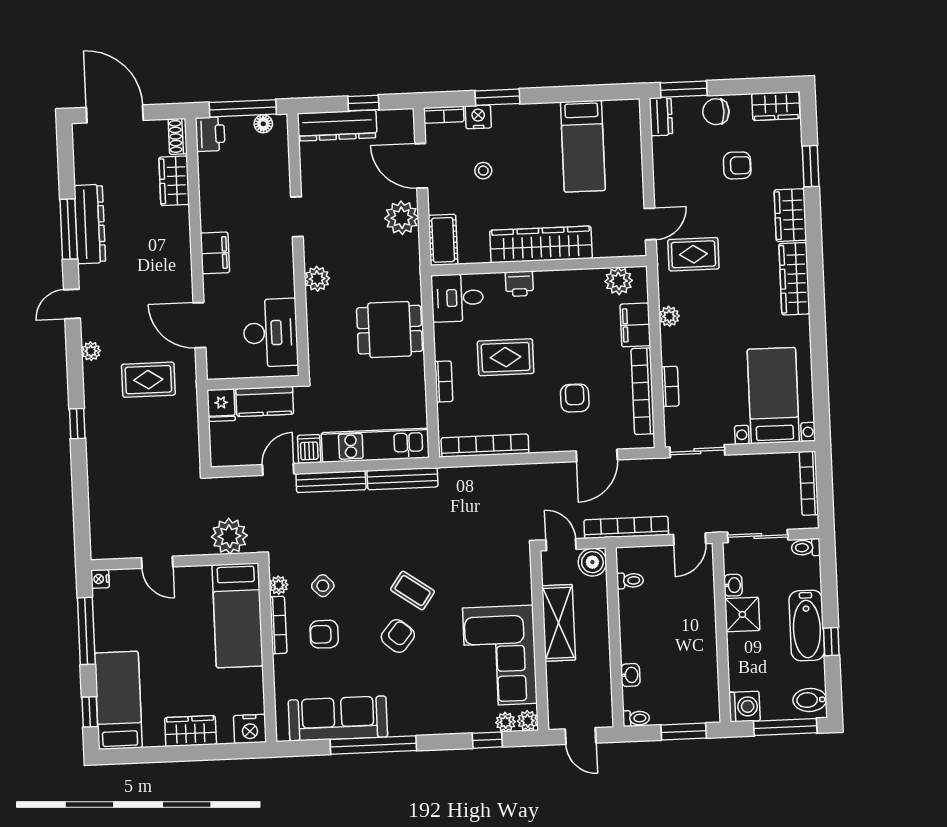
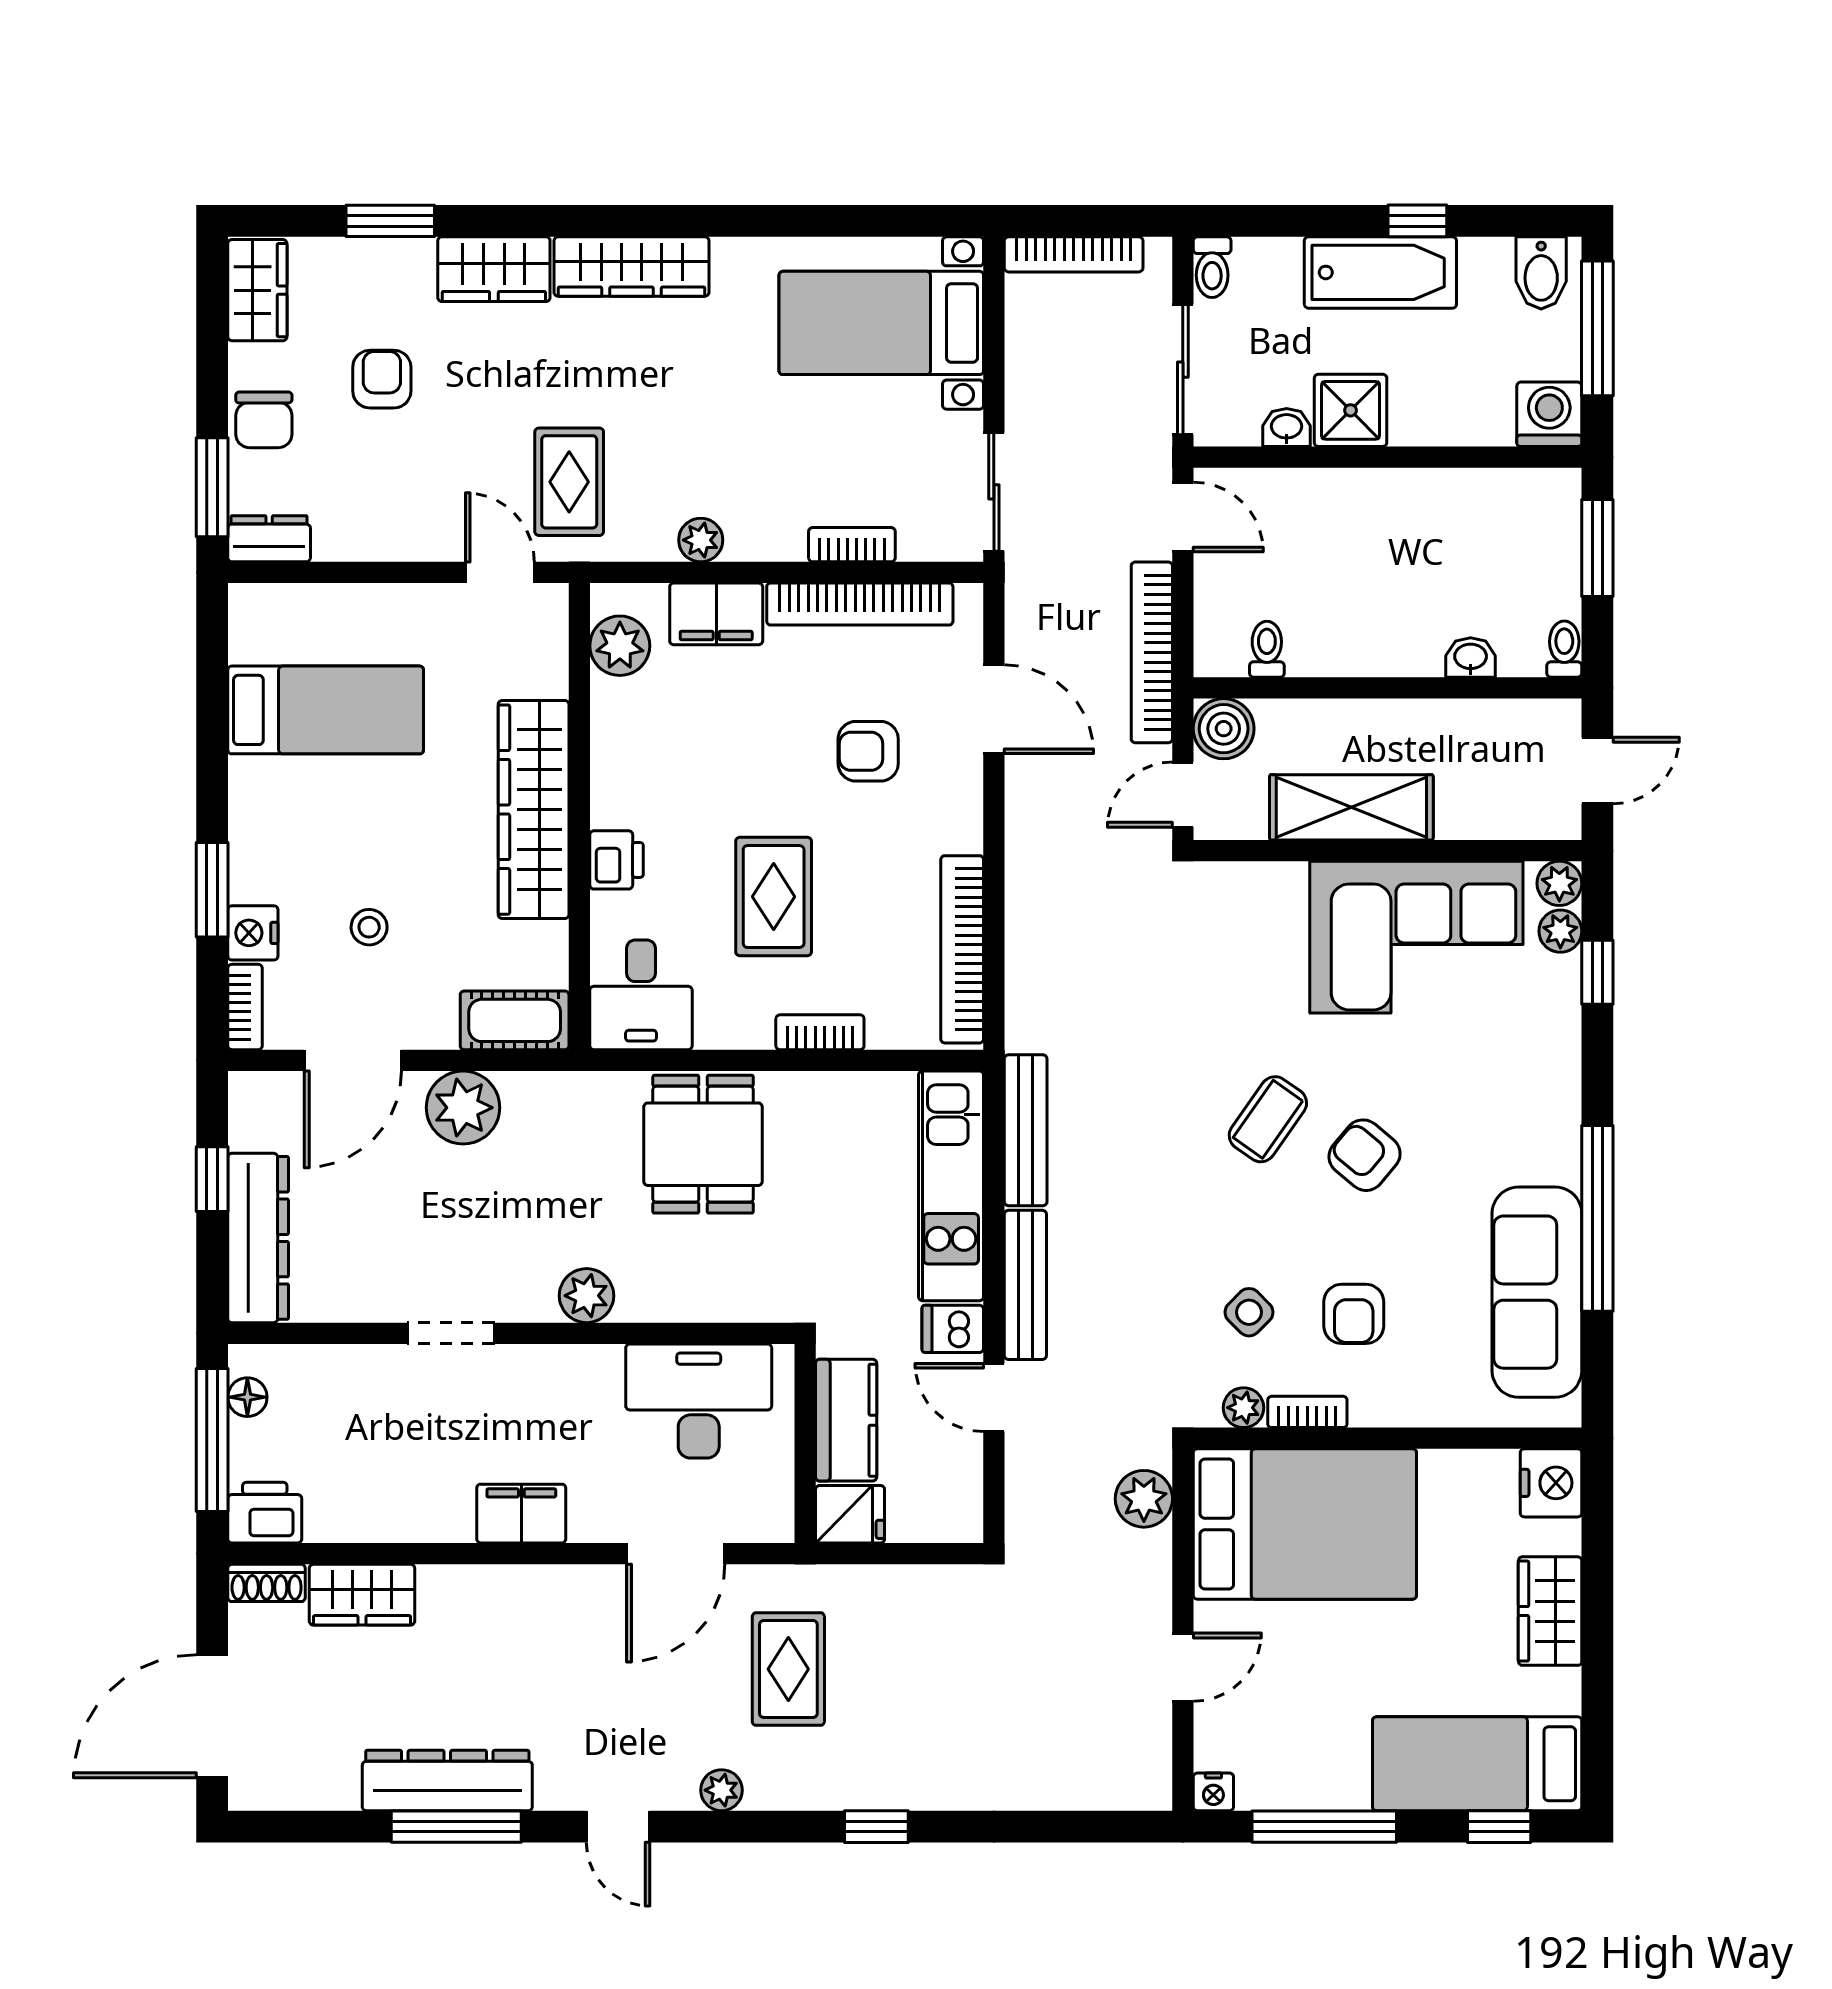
plant: (229, 536) -> (1144, 1499), width x0.73, depth x0.73
bed: (238, 615) -> (1305, 1524), width x1.50
bookcase: (278, 625) -> (1307, 1412), width x0.64

